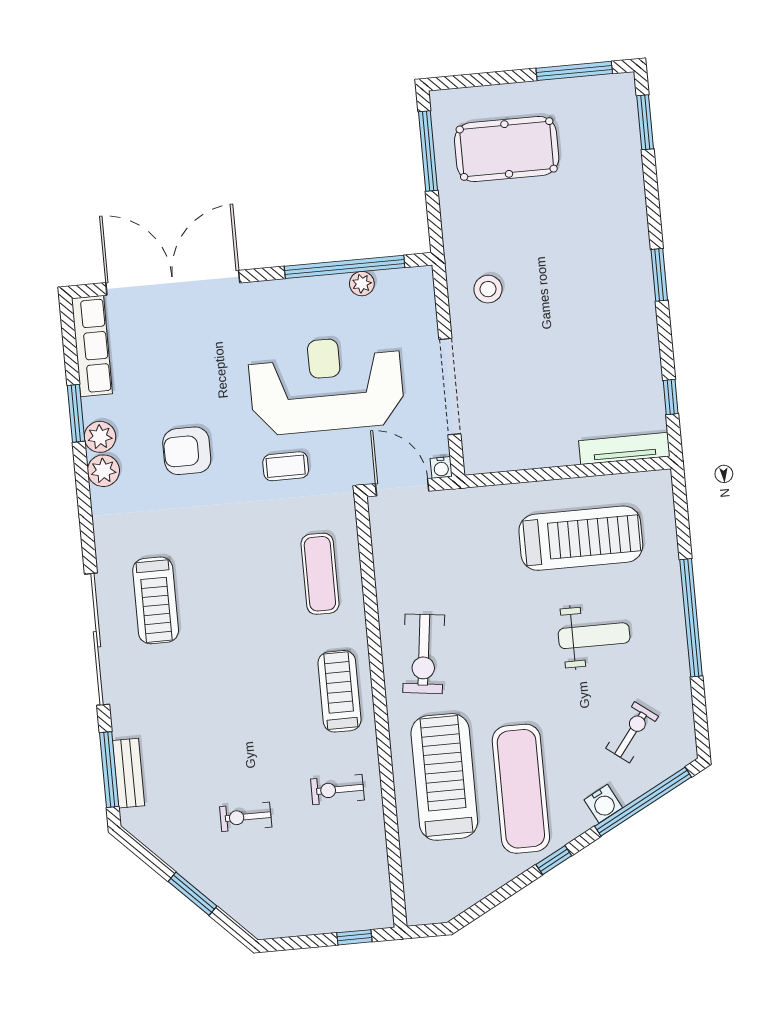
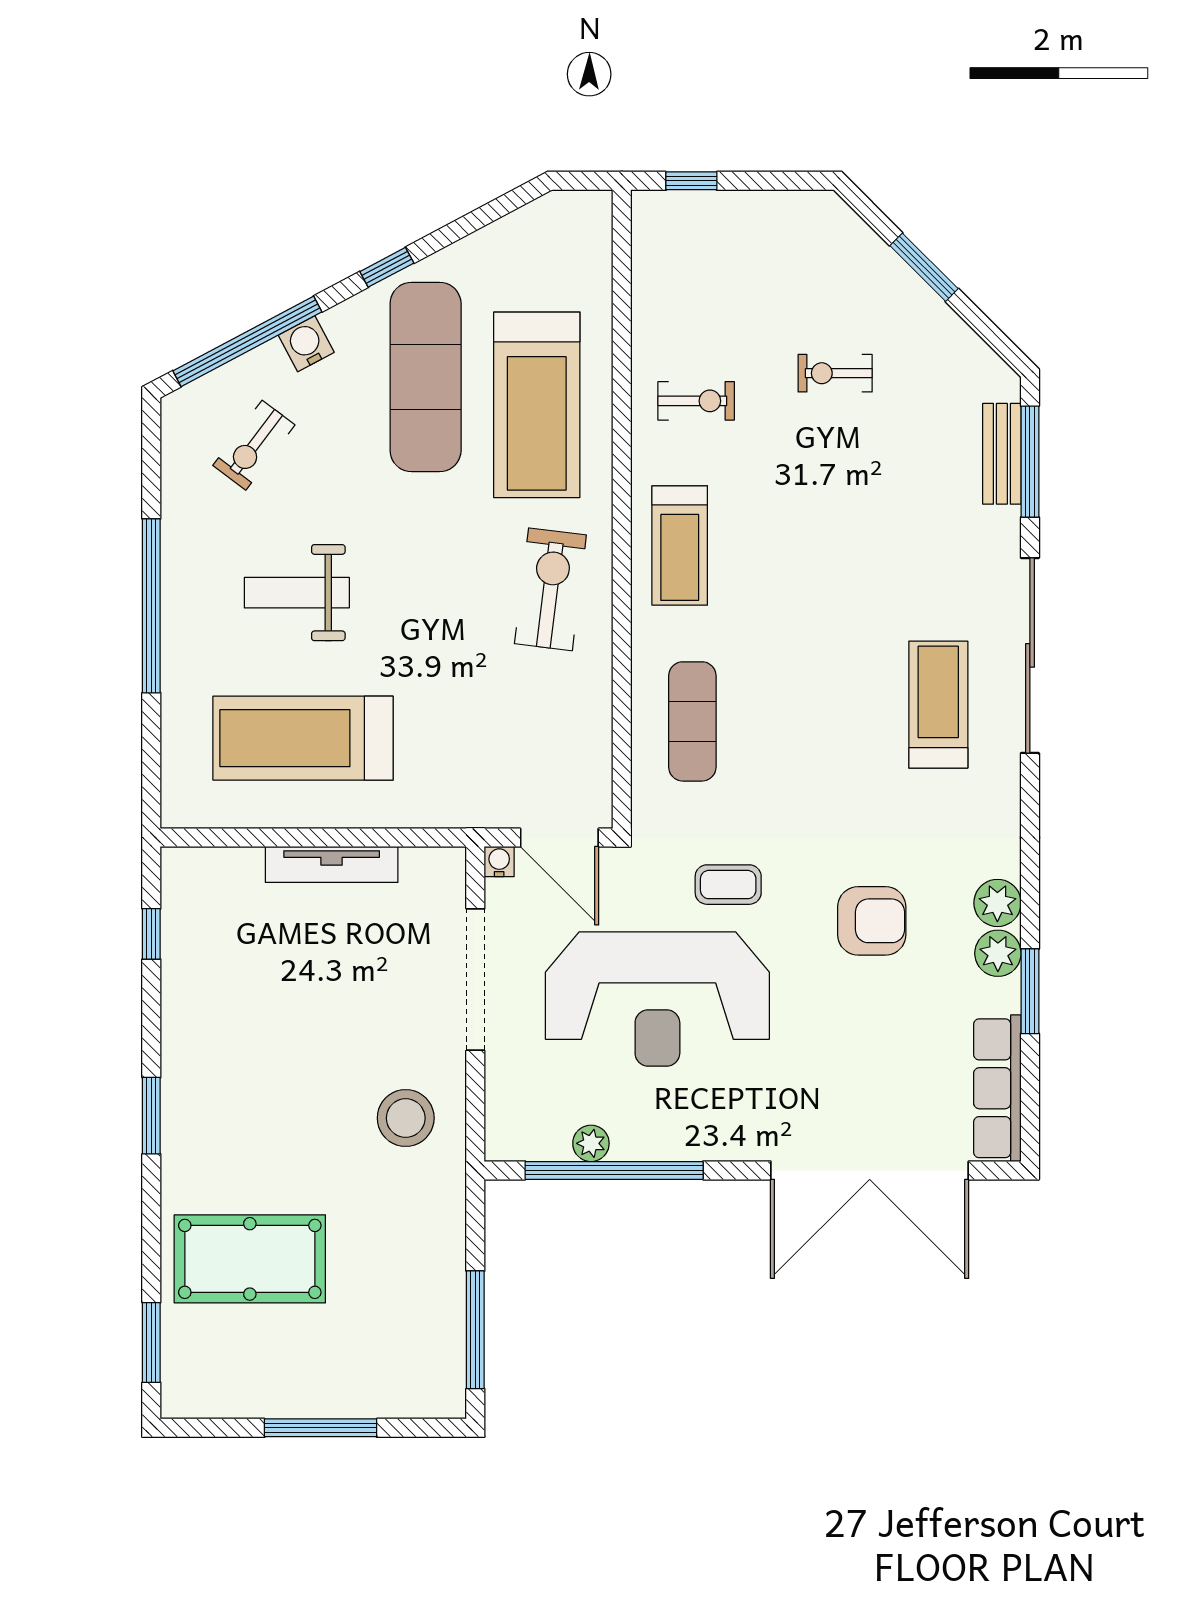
window: (574, 71) -> (321, 1428), moved
pool table: (507, 149) -> (250, 1259), moved
stool: (488, 289) -> (406, 1118), width x1.38, depth x1.38
tv unit: (624, 448) -> (332, 864), moved
exercise bike: (246, 817) -> (835, 373), turned 180

